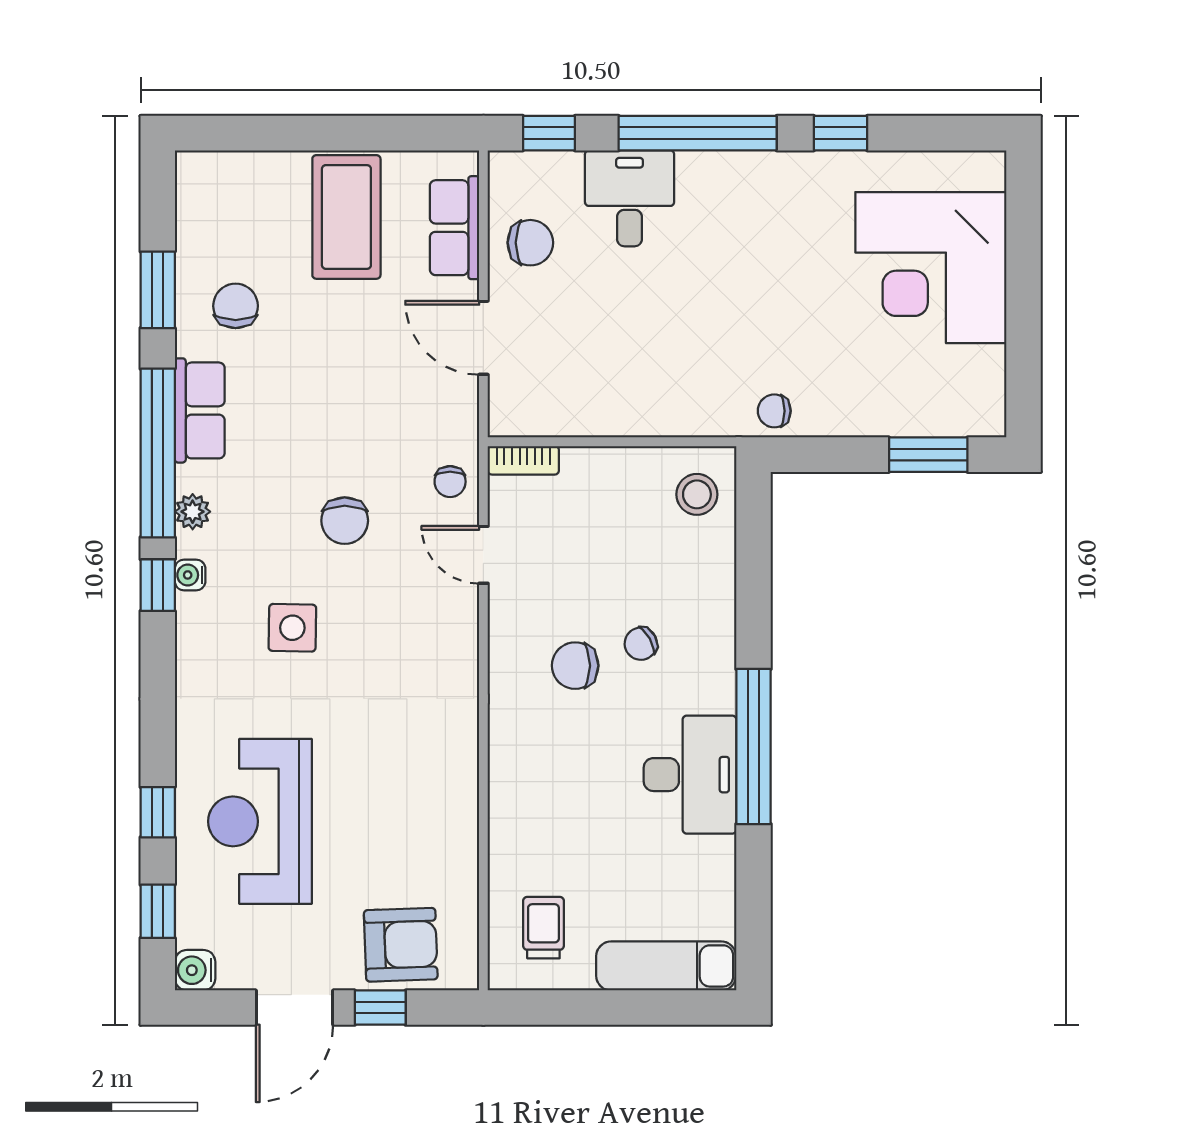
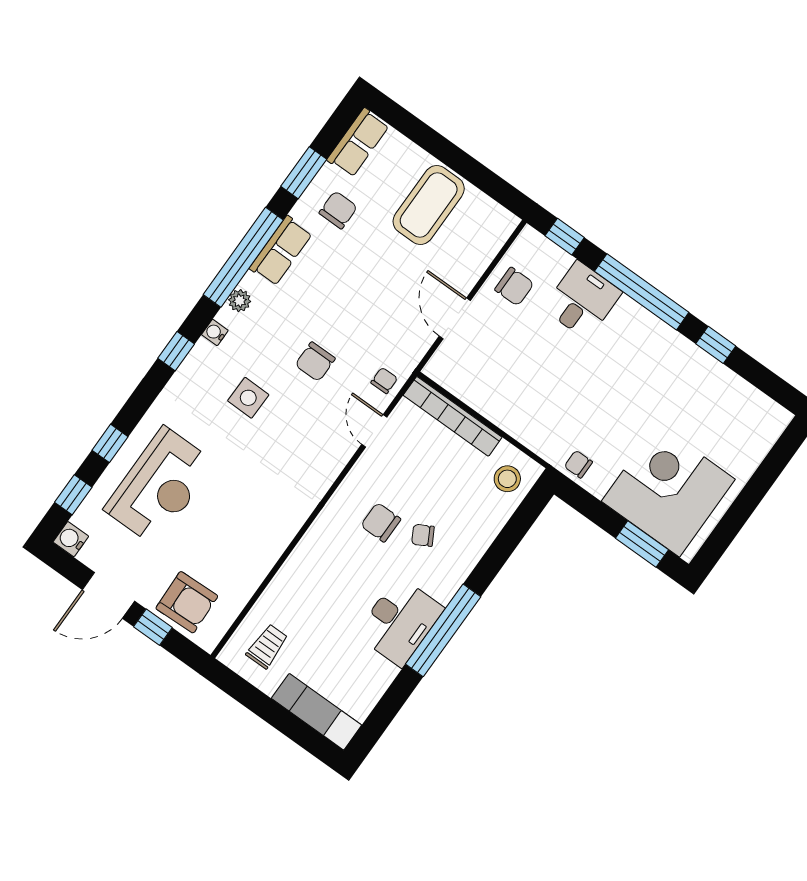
row of seats: (454, 228) -> (358, 143), moved, turned 180
corner desk: (931, 268) -> (668, 490), moved, turned 90
bookcase: (523, 460) -> (453, 416), width x2.31, depth x1.31
chair: (450, 482) -> (384, 381), turned 180
window: (158, 585) -> (176, 351), moved
reception desk: (260, 821) -> (160, 486), turned 180

